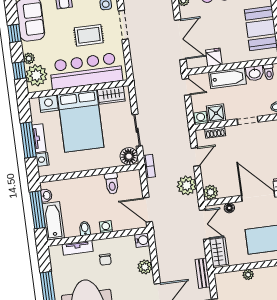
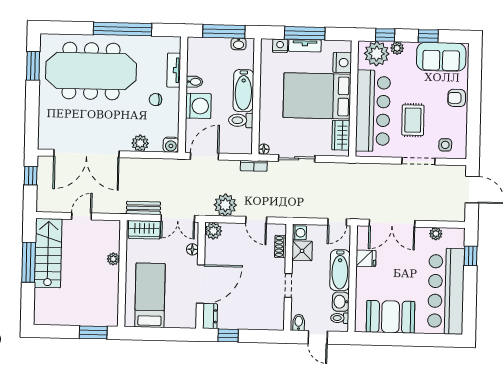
floor lamp: (129, 156) -> (264, 149), width x0.53, depth x0.53
bathtub: (53, 221) -> (243, 91), moved, turned 90
washing machine: (106, 227) -> (198, 106), width x1.89, depth x1.89
bench: (203, 273) -> (143, 208), moved

